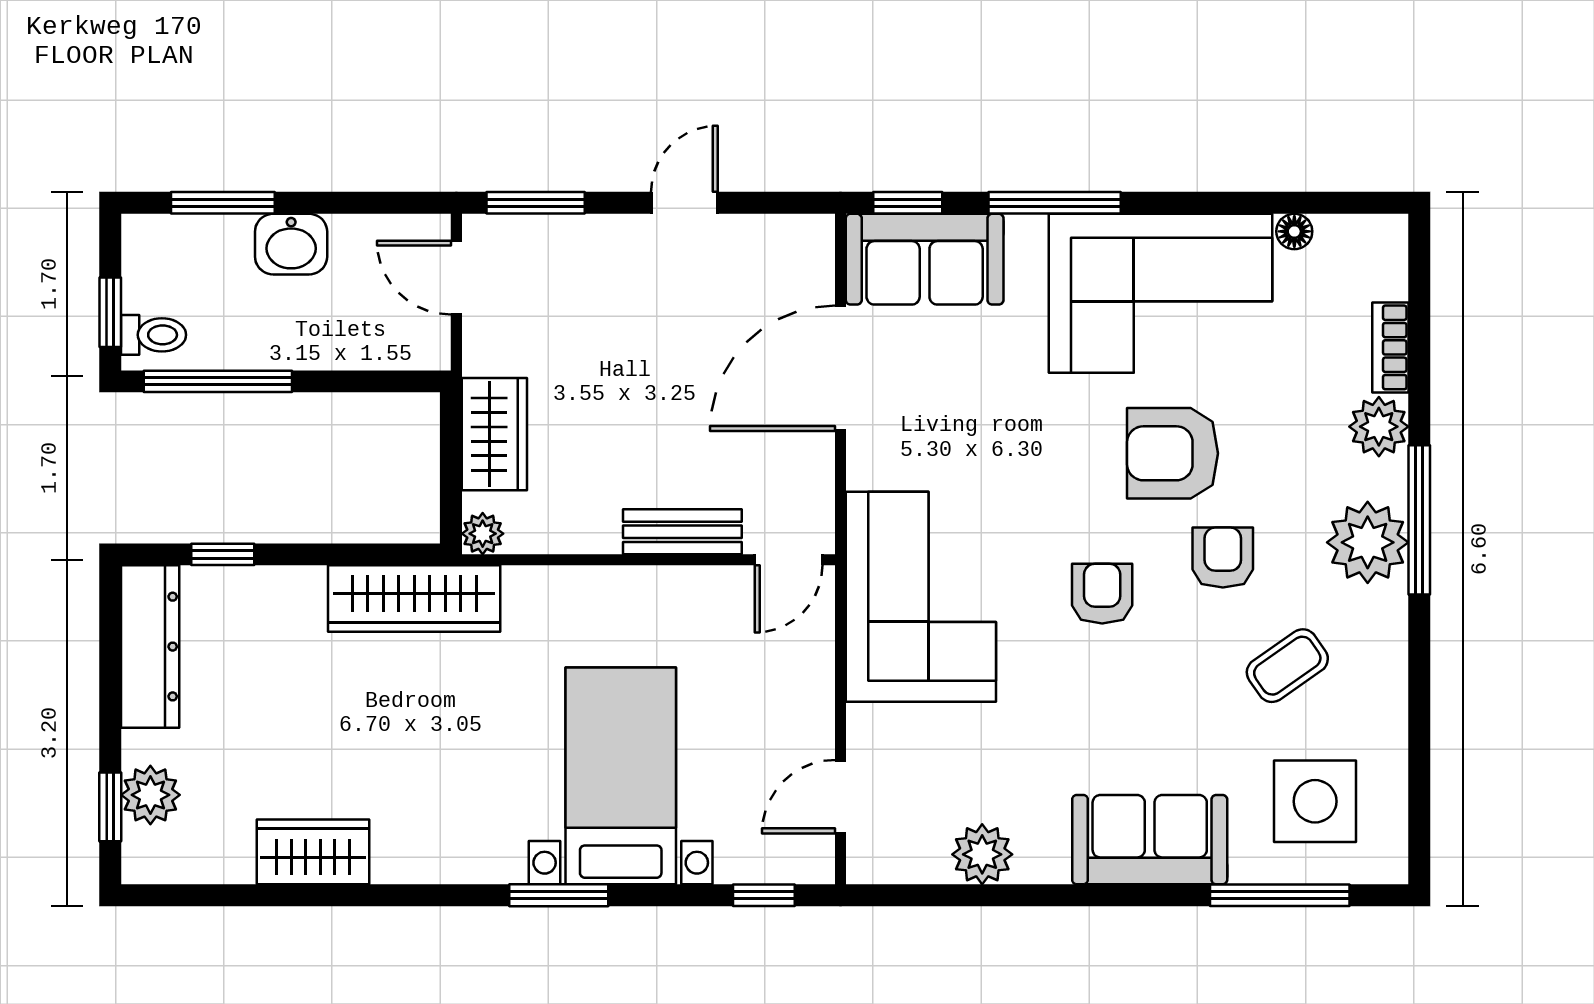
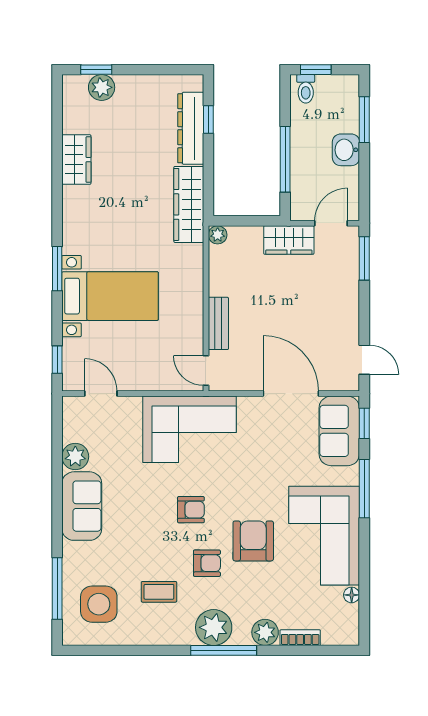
door: (684, 203) -> (364, 360), moved
window: (218, 381) -> (285, 159), moved
wardrobe: (494, 434) -> (289, 240), moved
dresser: (150, 647) -> (191, 128), moved, turned 90
coffee table: (1287, 666) -> (159, 592), turned -55
sofa: (1150, 840) -> (82, 506), moved

